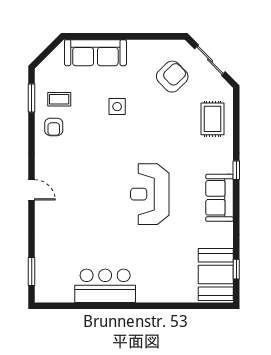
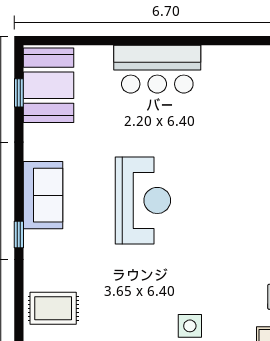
rug: (212, 119) -> (53, 308), turned 90
bar counter: (105, 286) -> (157, 69), moved

